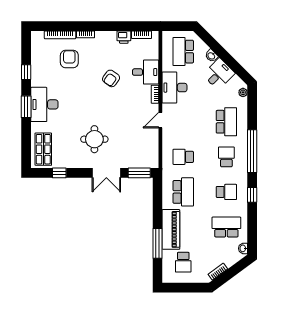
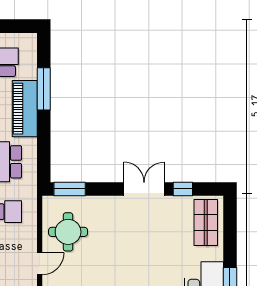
round table: (94, 139) -> (68, 232), moved
double door: (106, 173) -> (144, 189), moved

